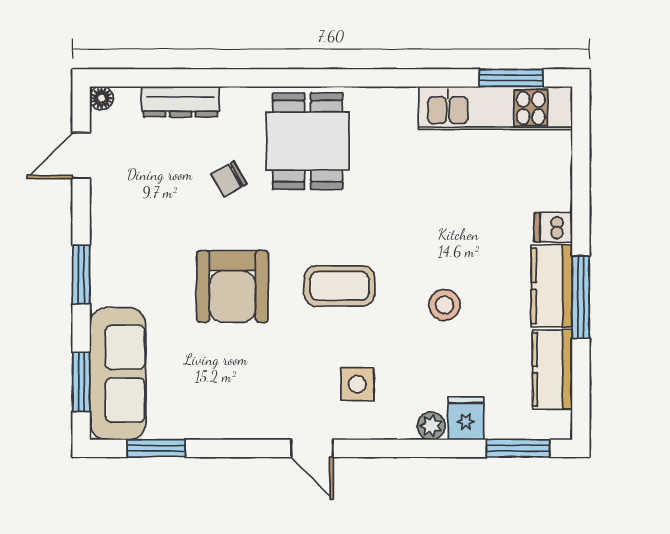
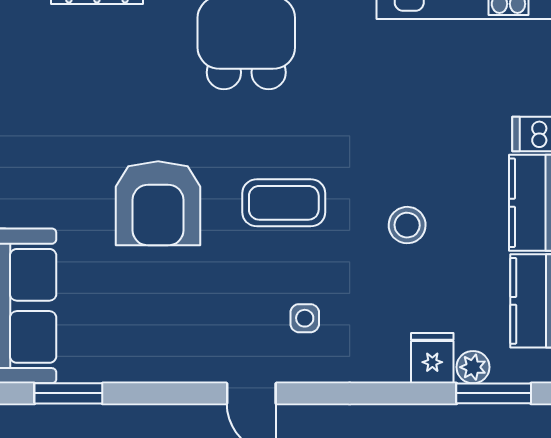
chair: (229, 179) -> (154, 77), removed
side table: (357, 384) -> (305, 318), width x0.73, depth x0.73
plant: (431, 426) -> (473, 367), moved

